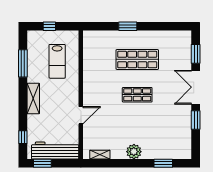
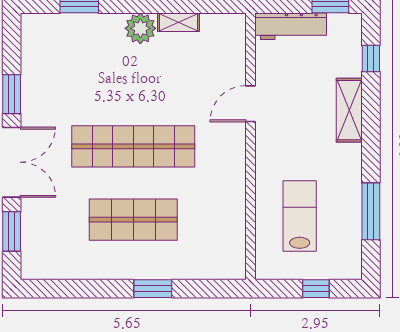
shop shelf: (137, 95) -> (133, 146), width x2.00, depth x1.36
shelving: (33, 98) -> (349, 110), moved
workbench: (55, 150) -> (291, 26), width x0.73, depth x0.76
shelving: (100, 155) -> (179, 22), moved

